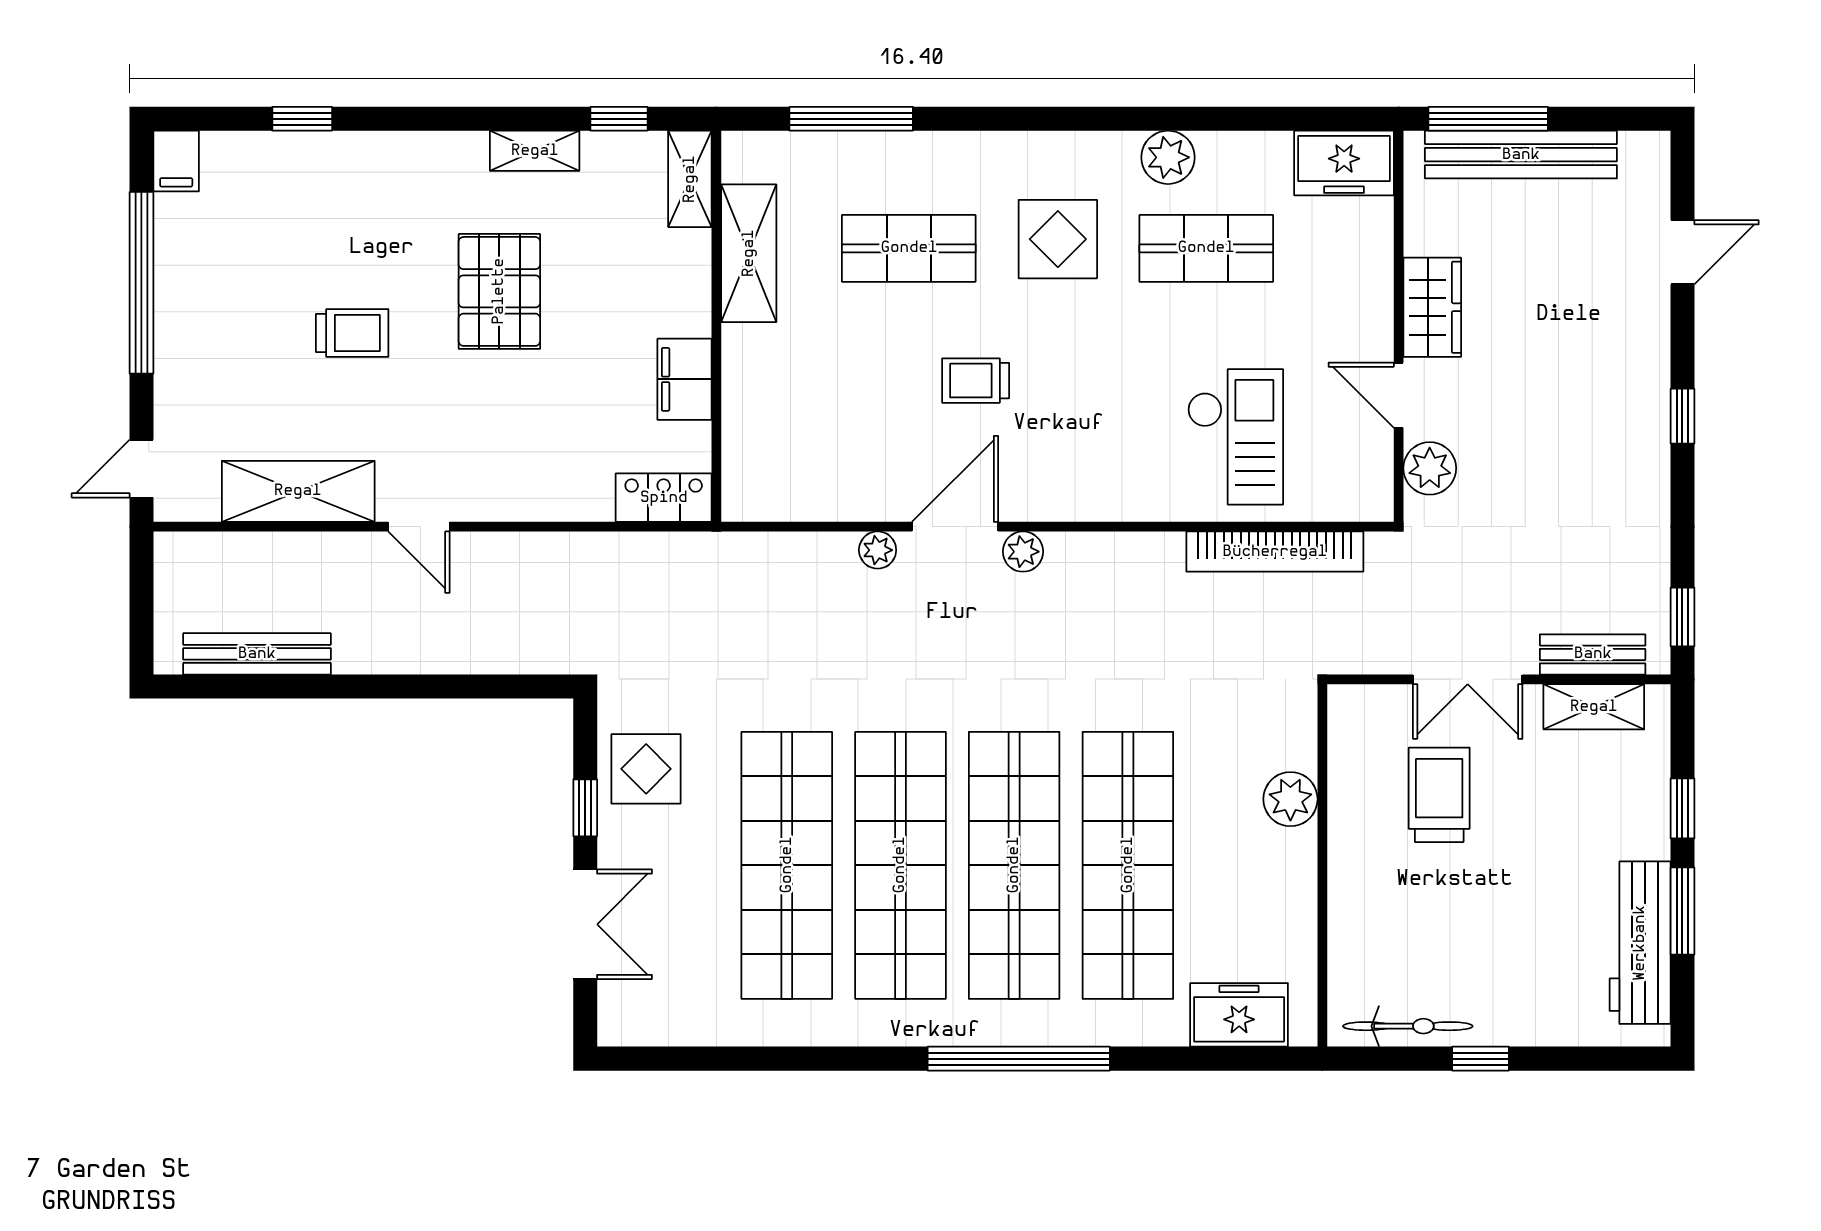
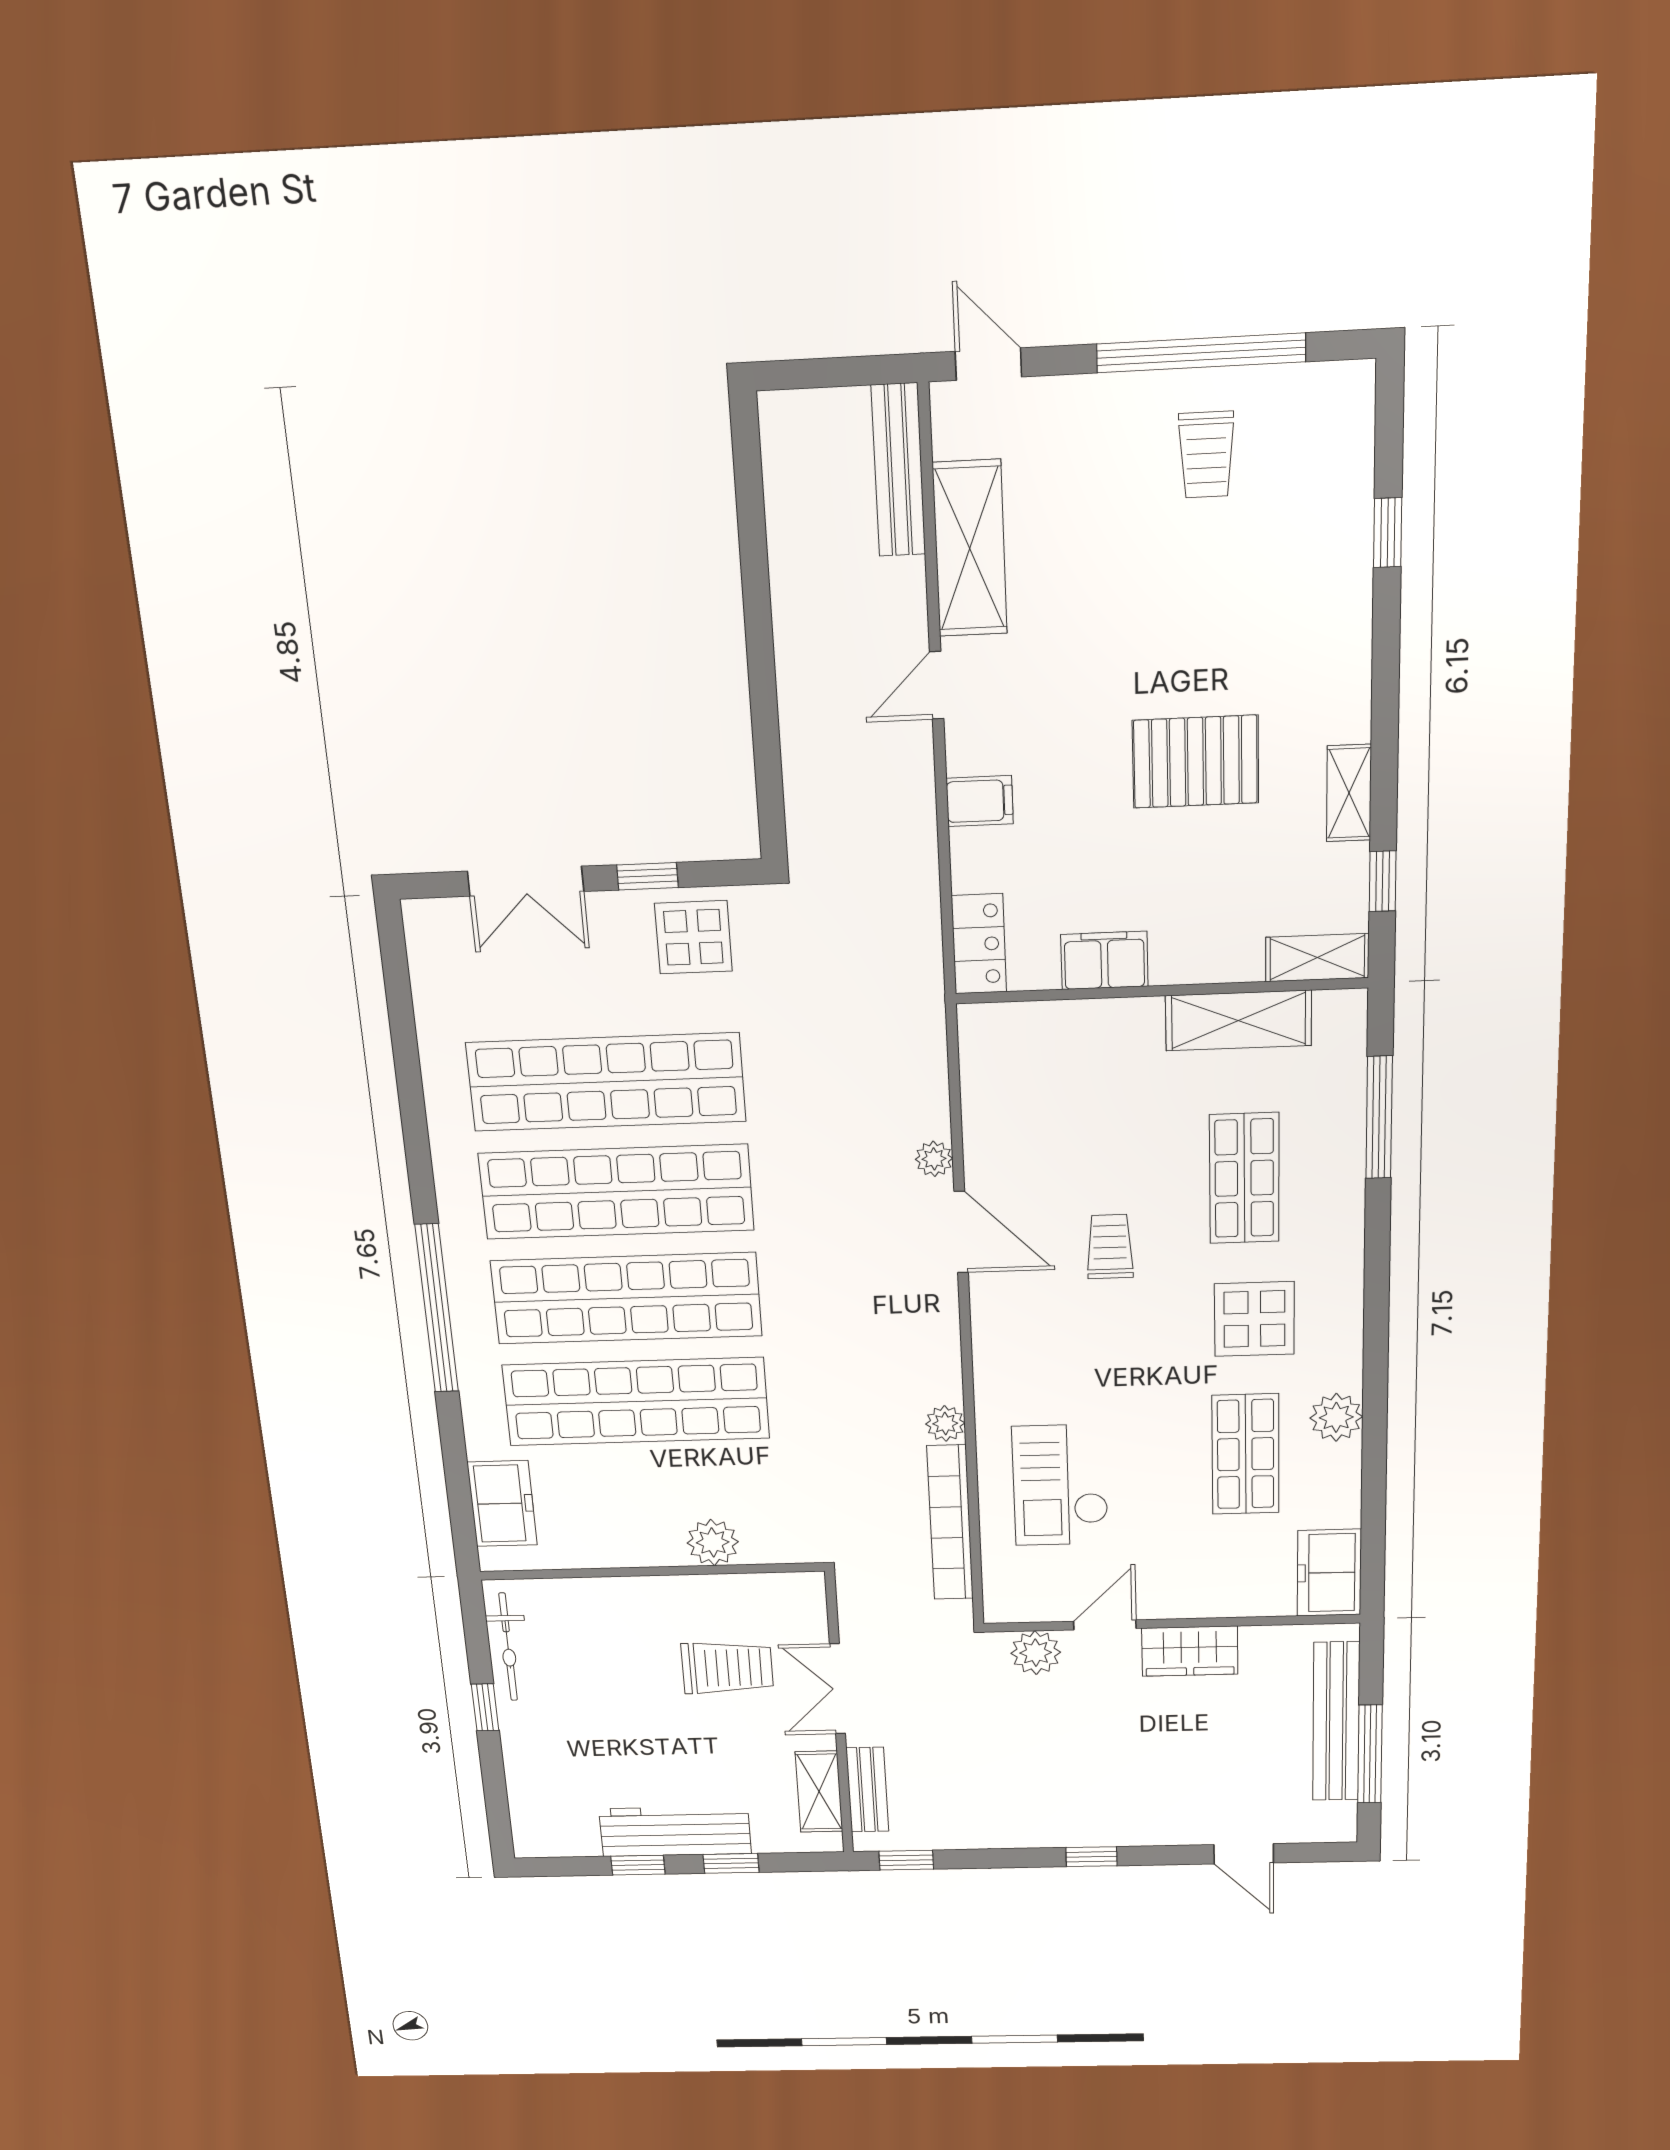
window: (1488, 119) -> (1370, 1754), moved
filing cabinet: (176, 161) -> (980, 801), moved, turned 180
trolley: (352, 333) -> (1206, 455), moved
checkout: (1235, 437) -> (1060, 1485), turned 90
plant: (1023, 552) -> (945, 1423), moved
bench: (257, 654) -> (898, 470), moved
window: (1682, 911) -> (638, 1865), width x0.67
workbench: (1640, 943) -> (675, 1831), moved

